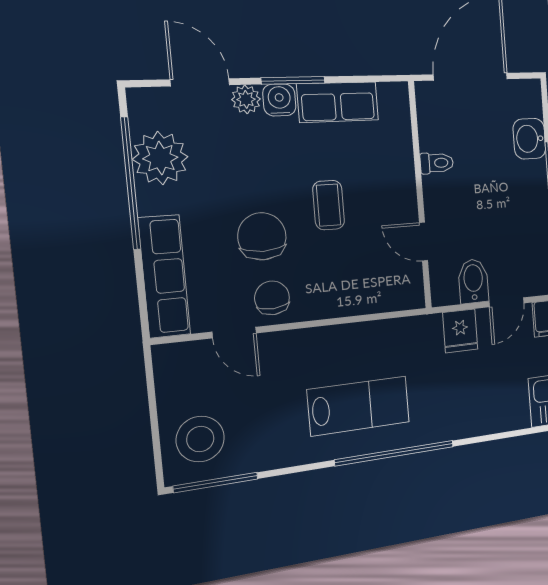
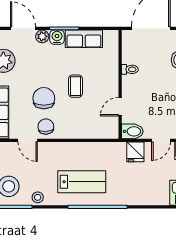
door: (424, 242) -> (120, 107), hinge flipped
bidet: (473, 281) -> (132, 131), moved, turned 90
stool: (268, 453) -> (38, 197), added

